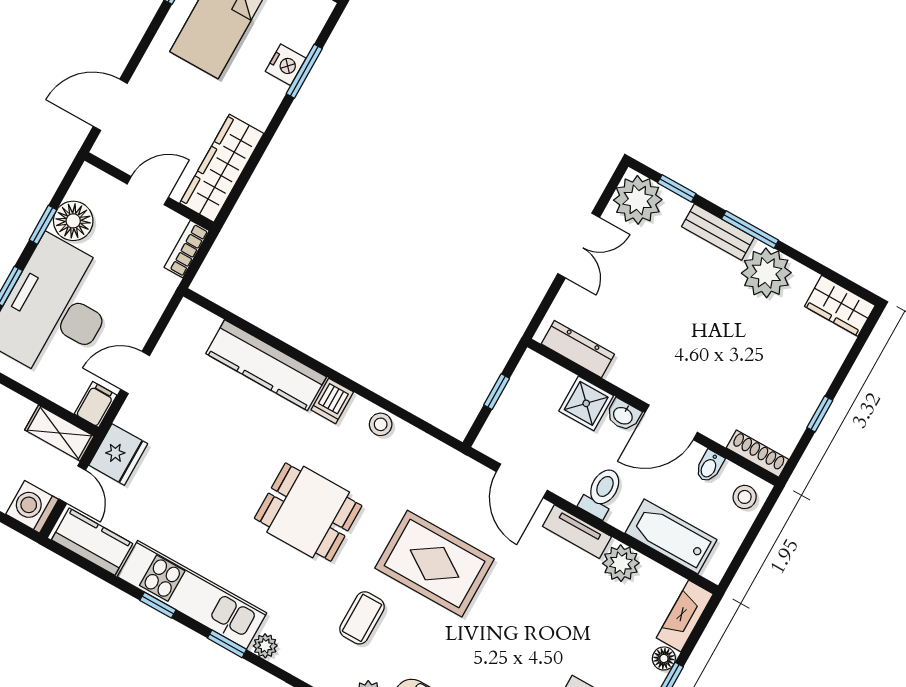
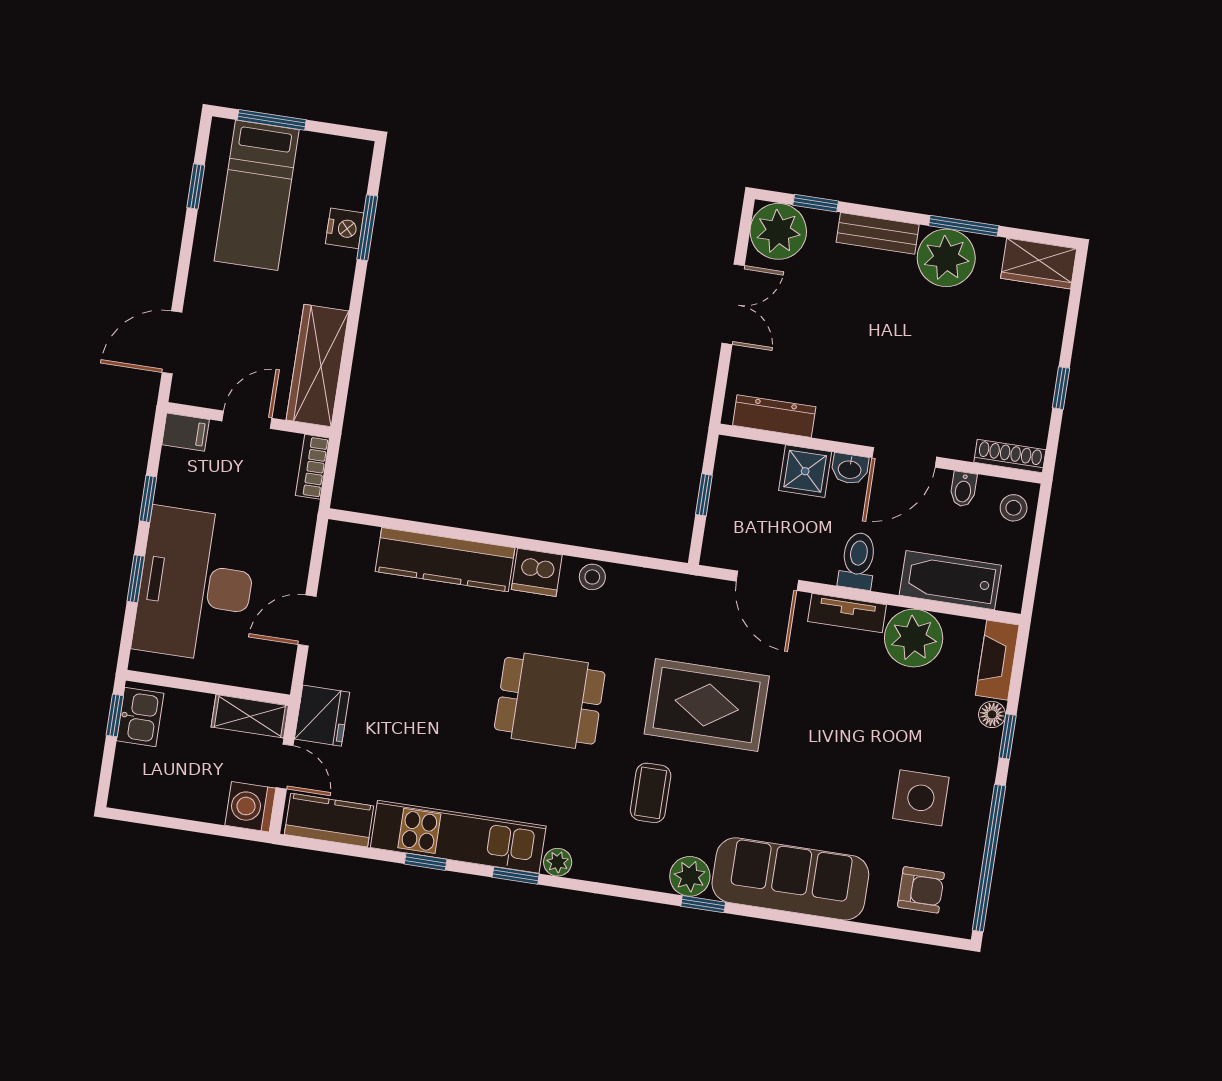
floor lamp: (73, 221) -> (179, 482), removed
window: (750, 229) -> (964, 226), moved
dishwasher: (332, 401) -> (537, 572), width x1.38
filing cabinet: (96, 405) -> (186, 432), moved, turned 90
plant: (621, 563) -> (914, 638), width x1.36, depth x1.36

